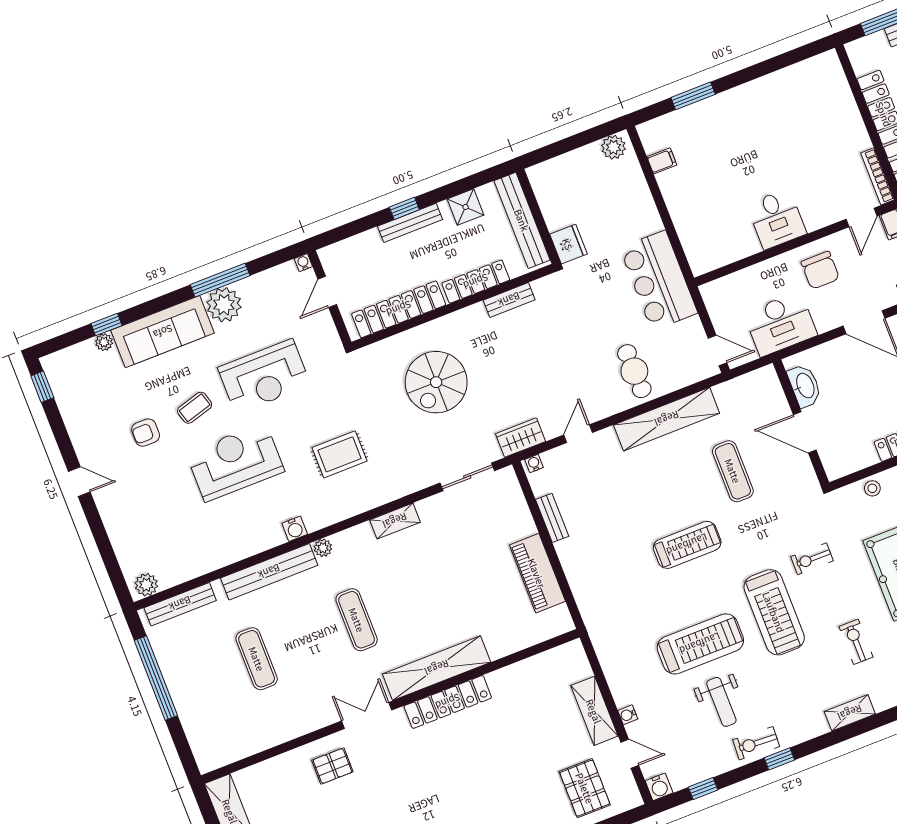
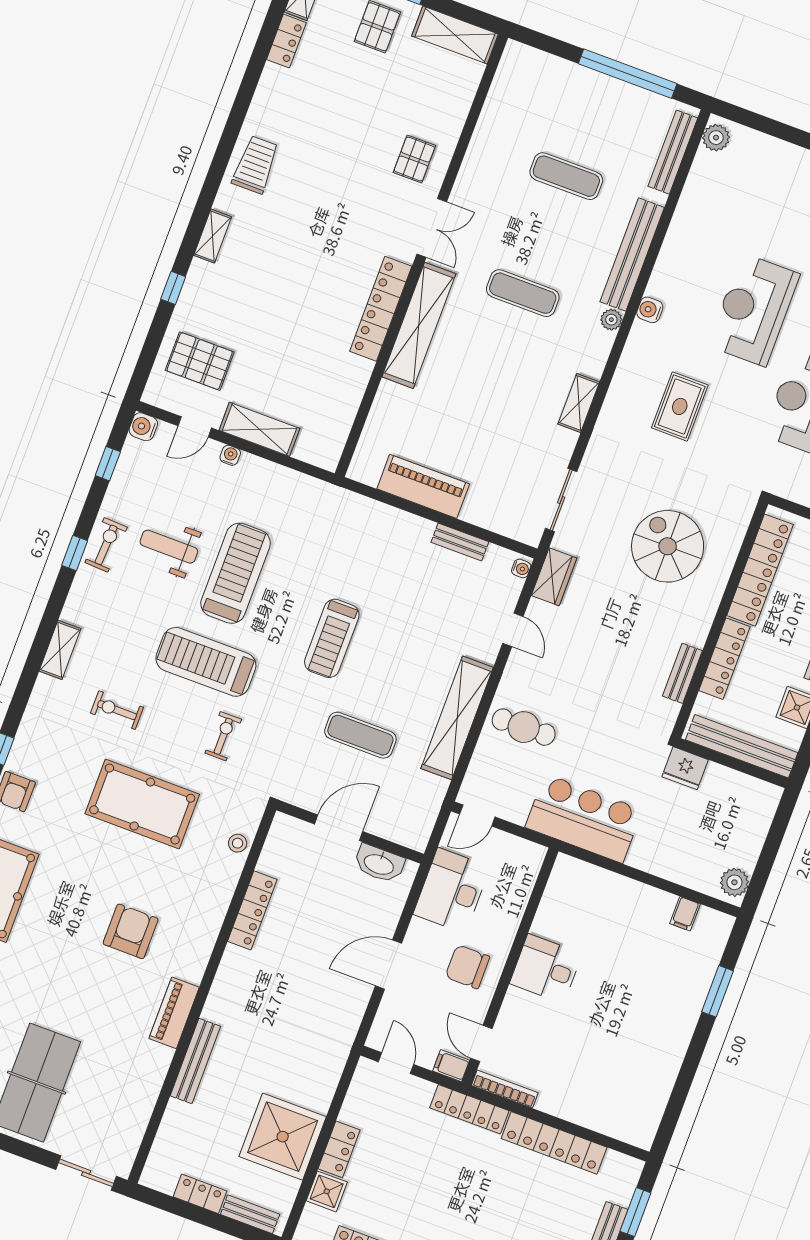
reception desk: (235, 462) -> (754, 310), turned 180
exercise bike: (856, 642) -> (117, 710), turned 180
treadmill: (700, 644) -> (236, 573), turned 180

